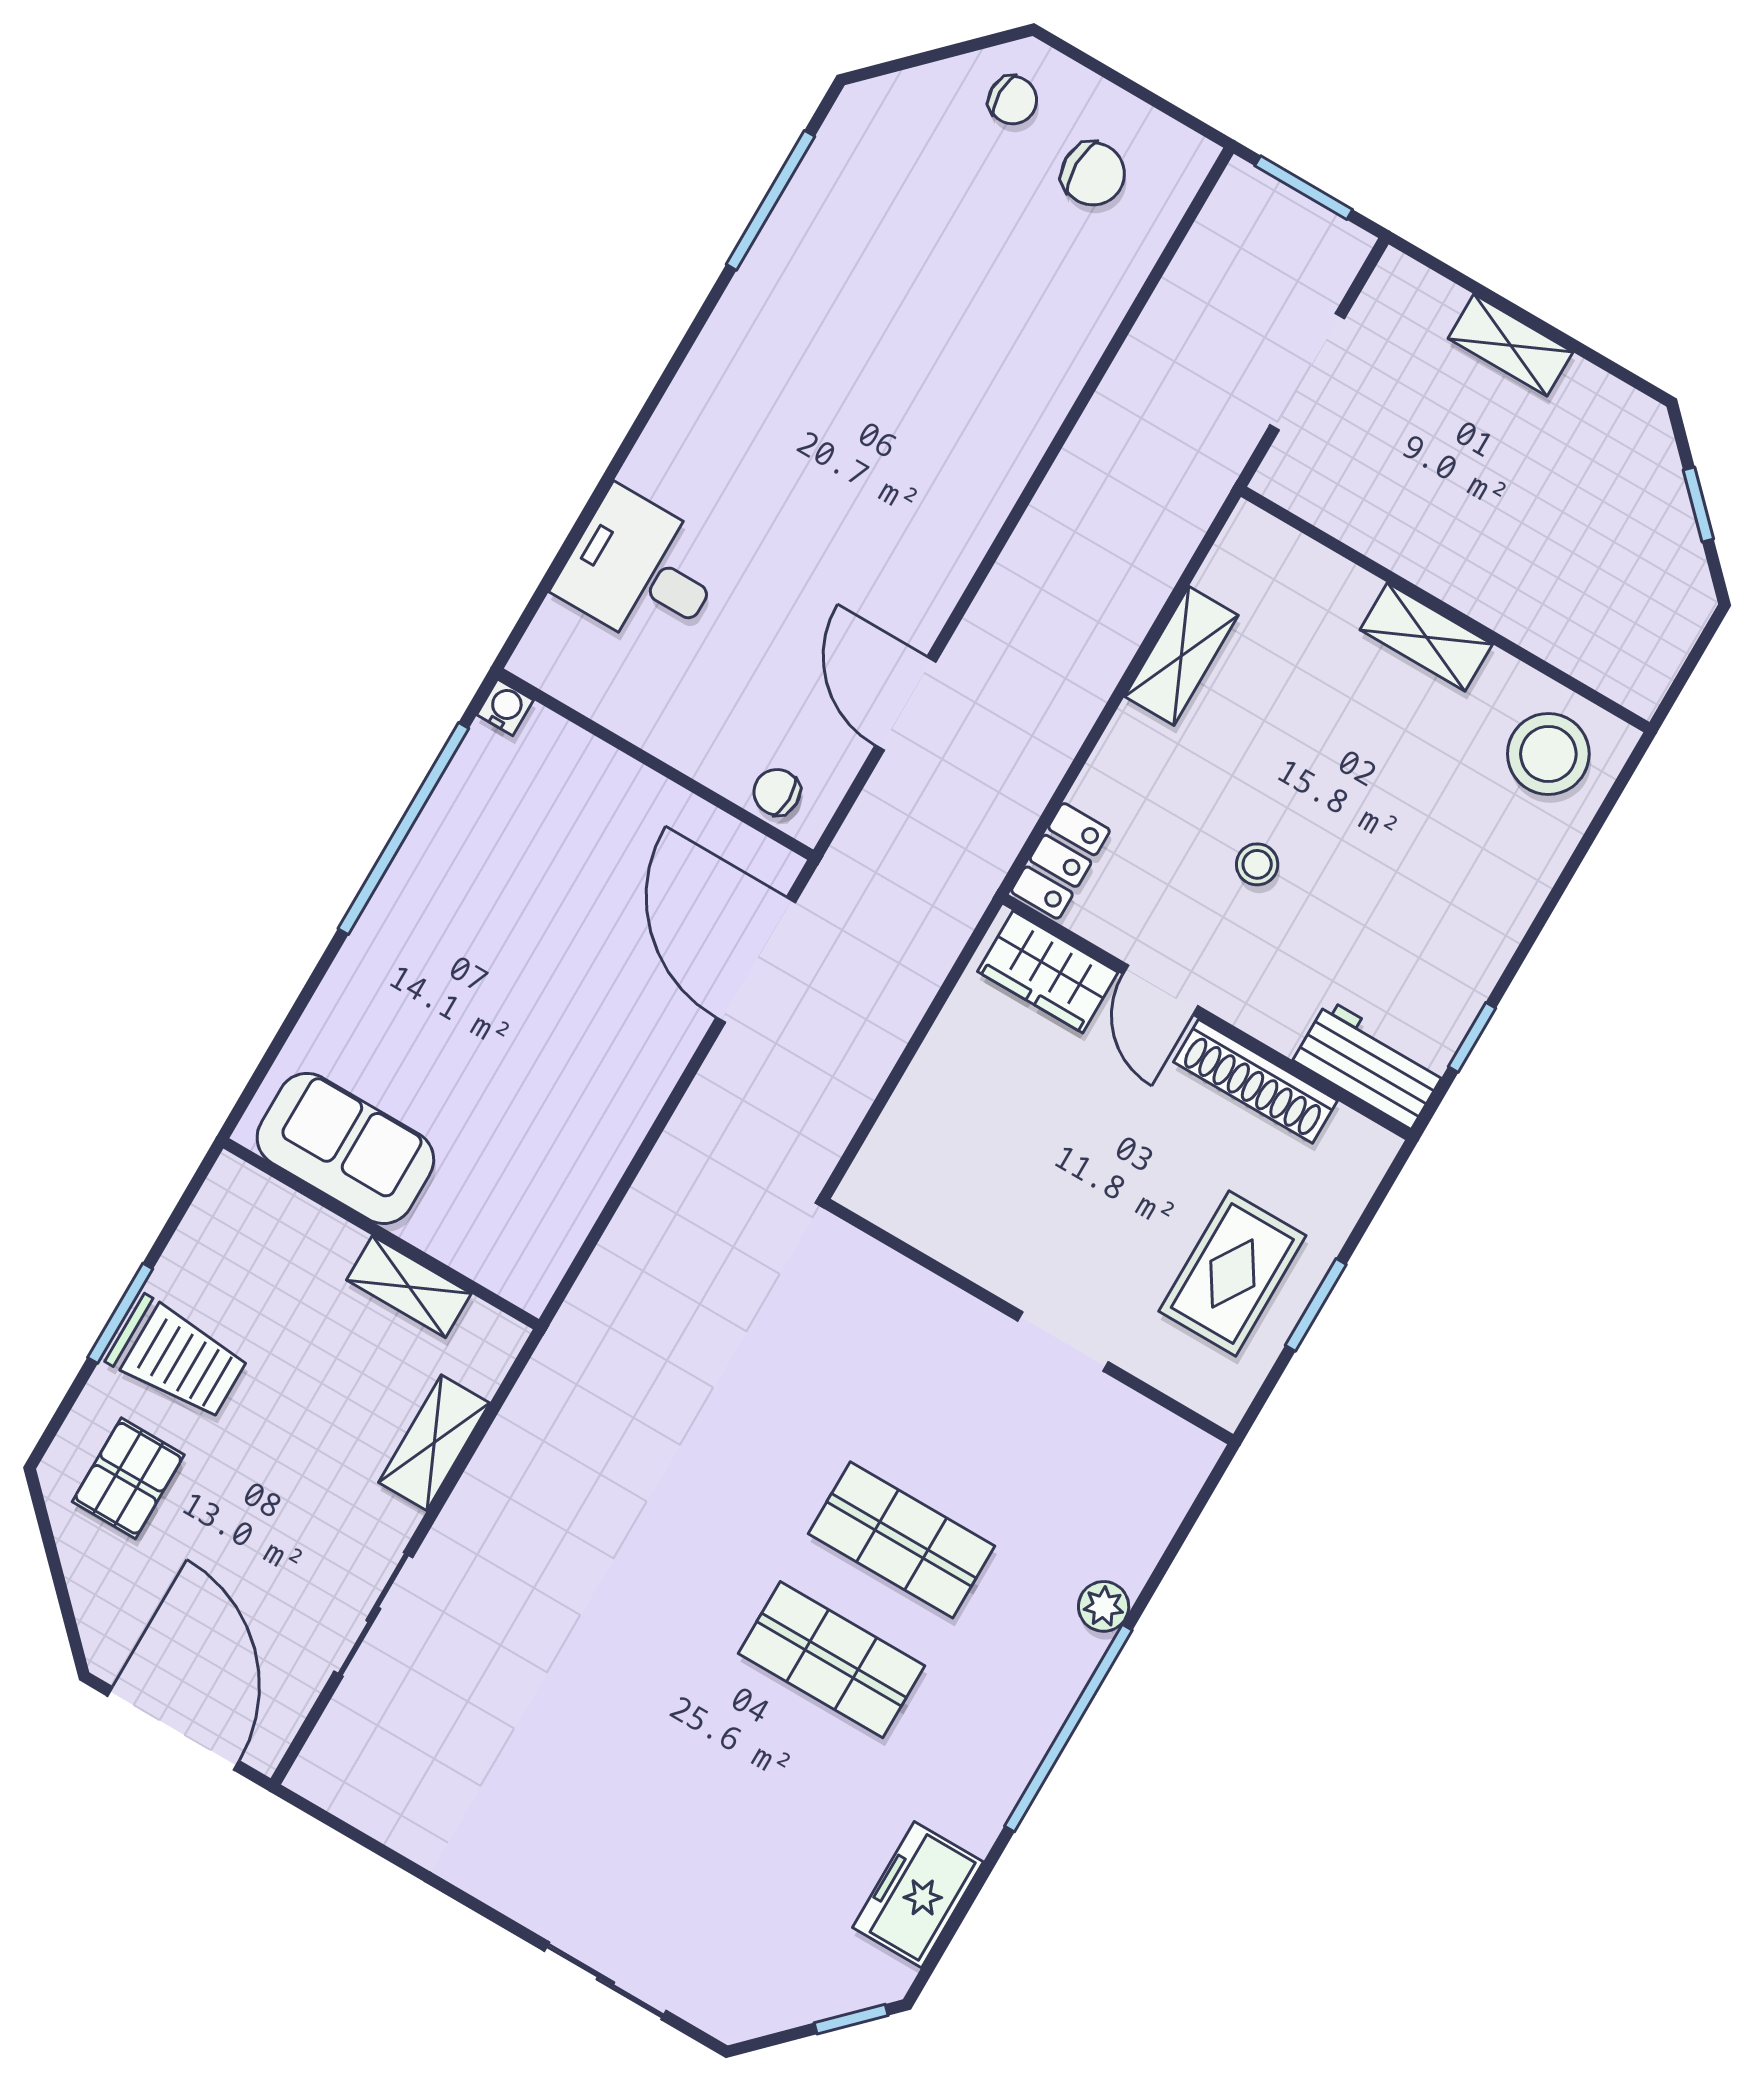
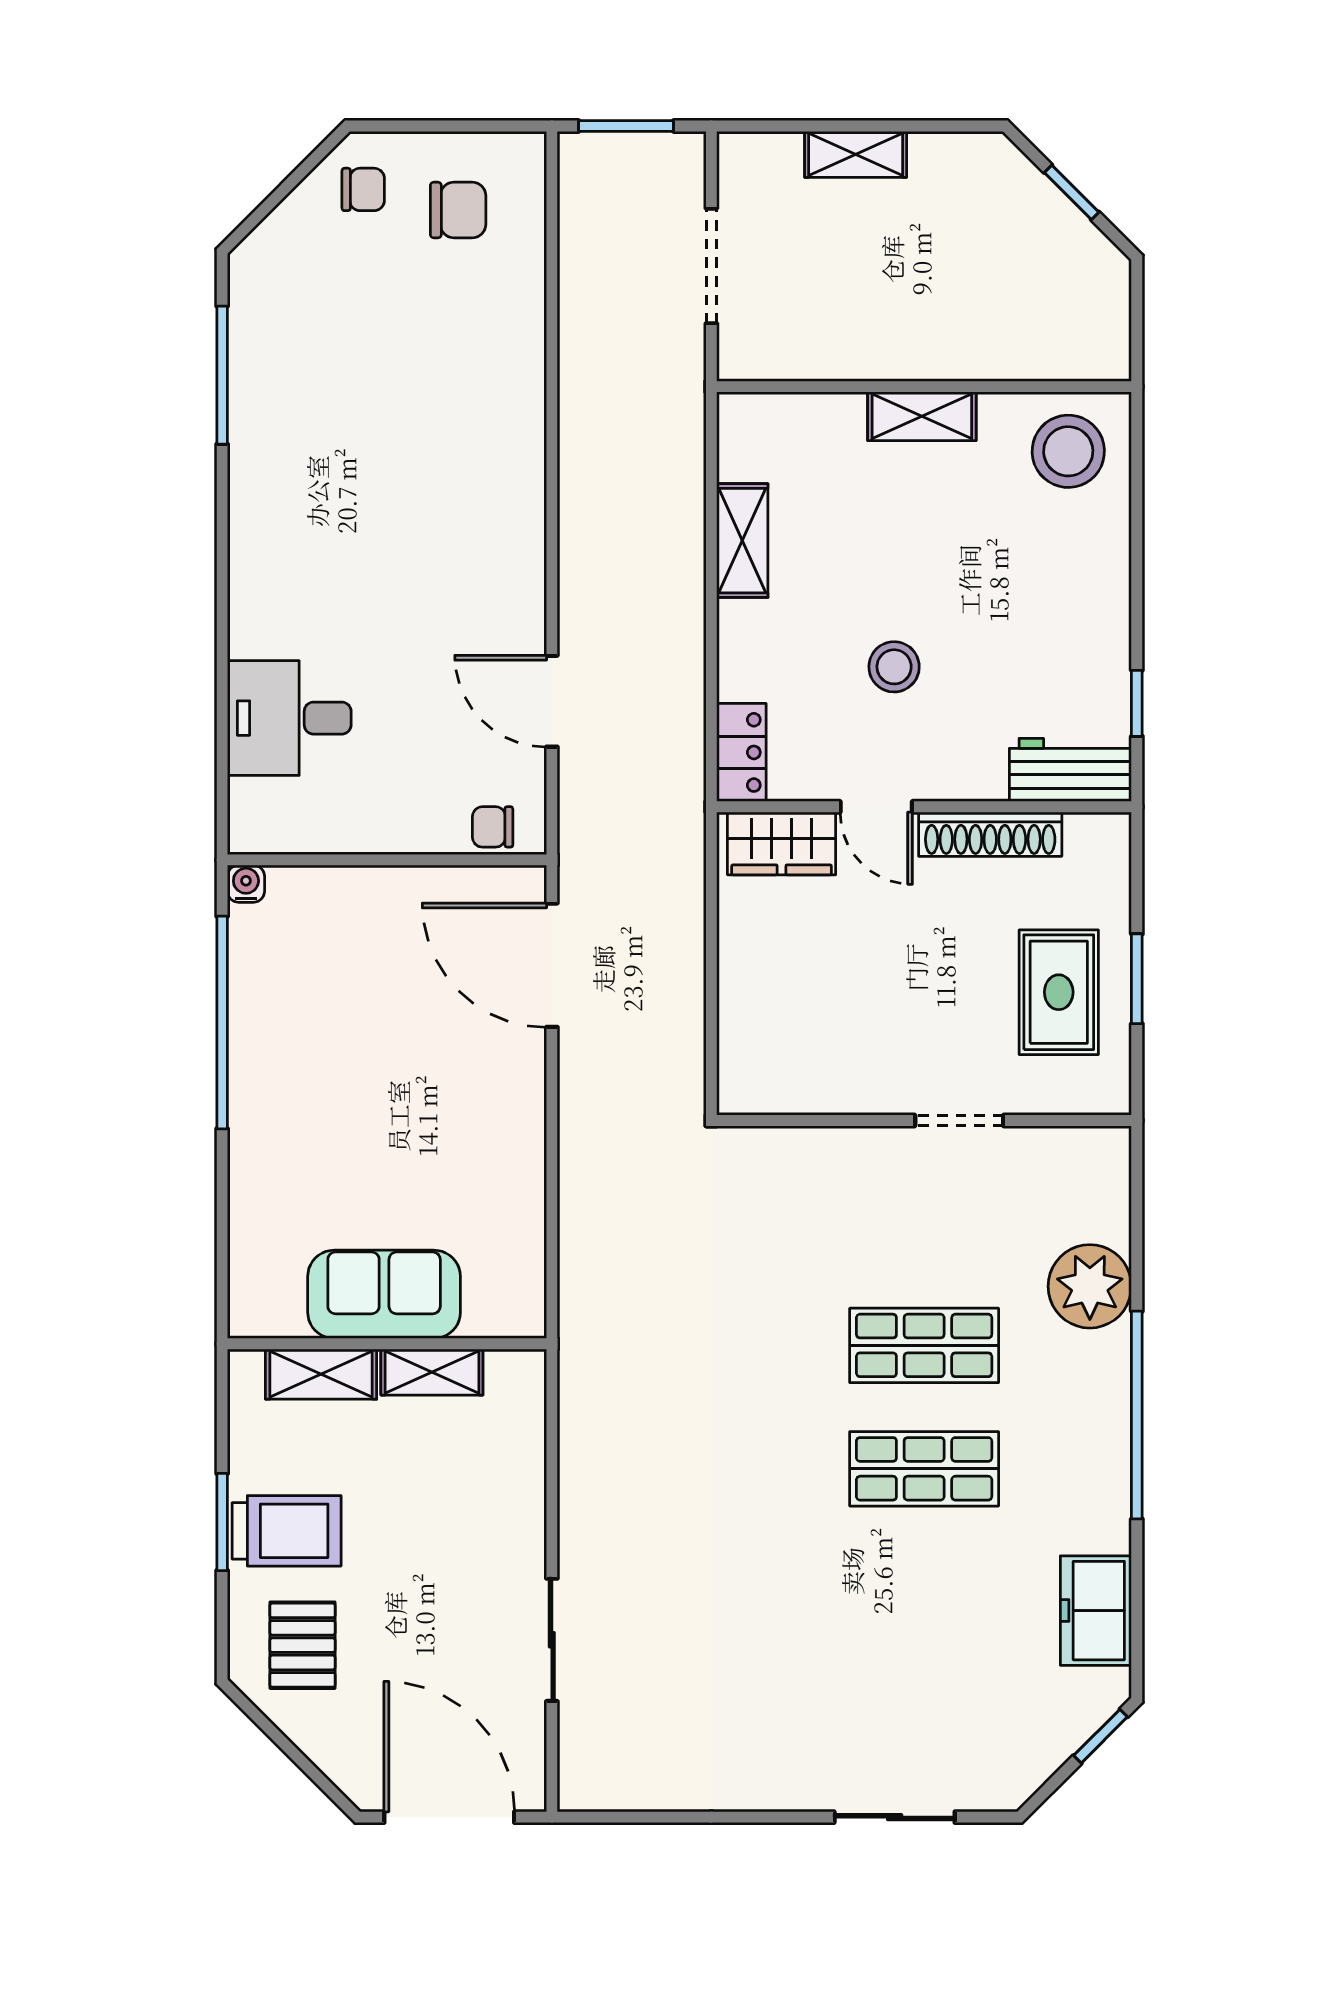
stool: (1257, 864) -> (894, 667), width x1.37, depth x1.37
sofa: (345, 1148) -> (384, 1294), moved
shelving: (434, 1443) -> (321, 1374), moved, turned 90
plant: (1104, 1606) -> (1090, 1286), width x1.88, depth x1.88

